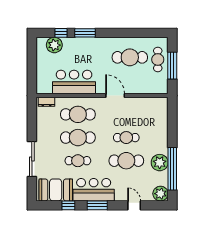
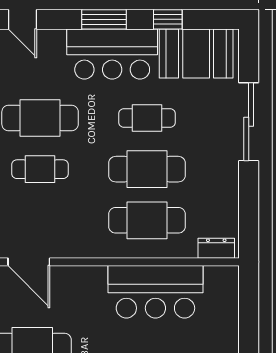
door: (115, 96) -> (29, 262), moved

